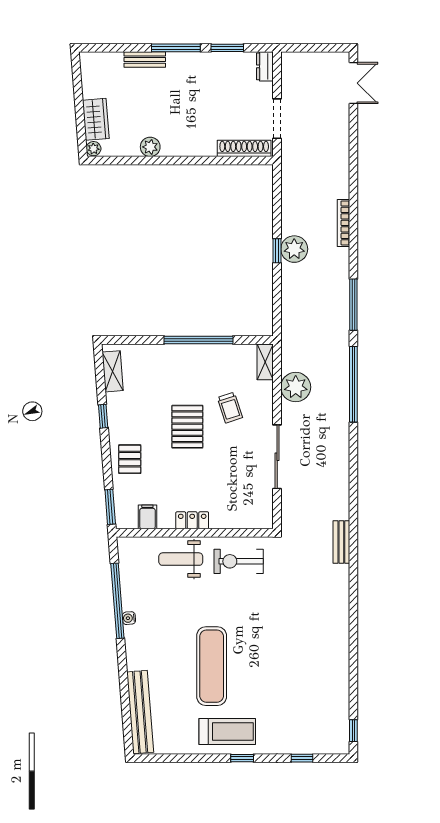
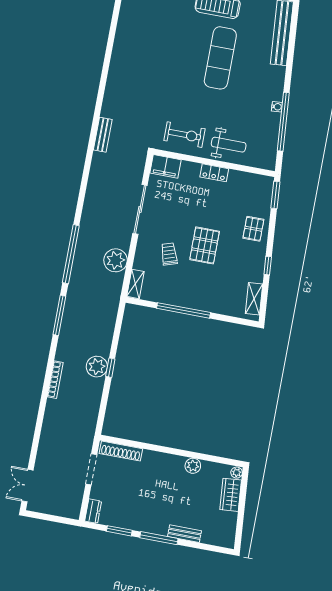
filing cabinet: (147, 517) -> (165, 166), moved, width x2.00

